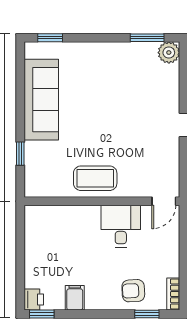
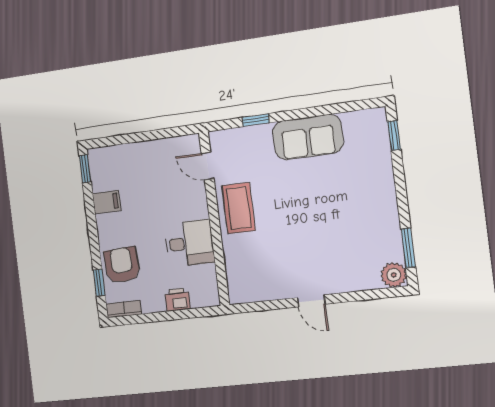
sofa: (41, 100) -> (308, 137), width x0.73
door: (164, 201) -> (208, 166), moved
armchair: (133, 291) -> (122, 265), width x1.38, depth x1.38
printer: (34, 299) -> (177, 300), moved, turned 180

